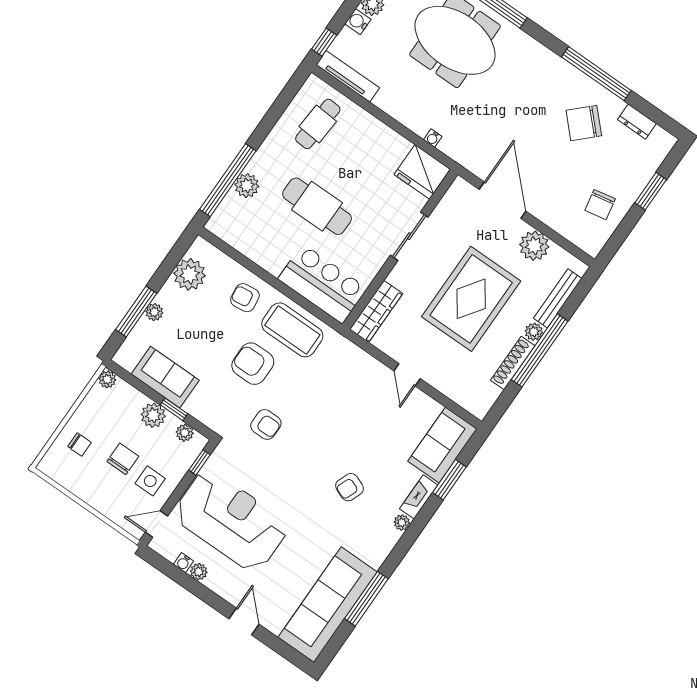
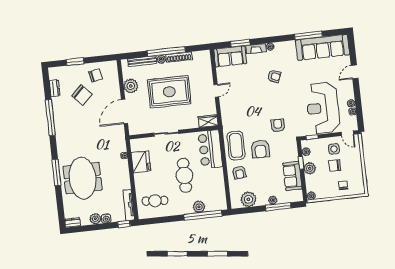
chair: (584, 123) -> (82, 95), moved
fridge: (422, 172) -> (141, 162), moved
wardrobe: (376, 311) -> (208, 121), width x0.67

